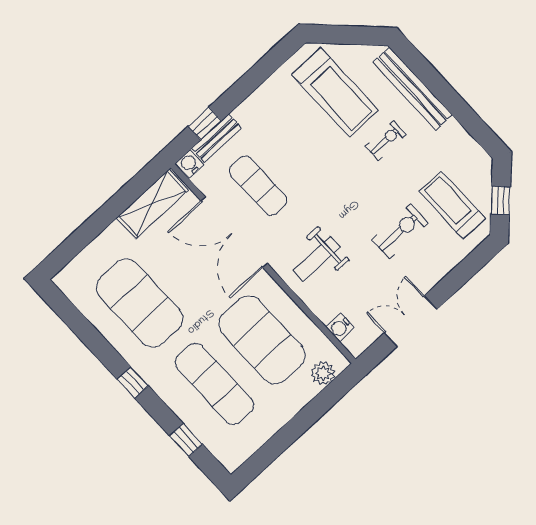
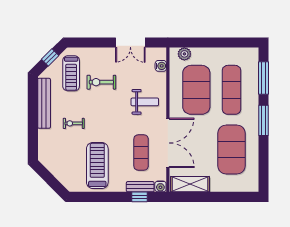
bench: (412, 89) -> (44, 103), moved
treadmill: (335, 92) -> (97, 165), moved
window: (133, 382) -> (263, 120), width x2.17
window: (186, 440) -> (263, 78), width x2.17

